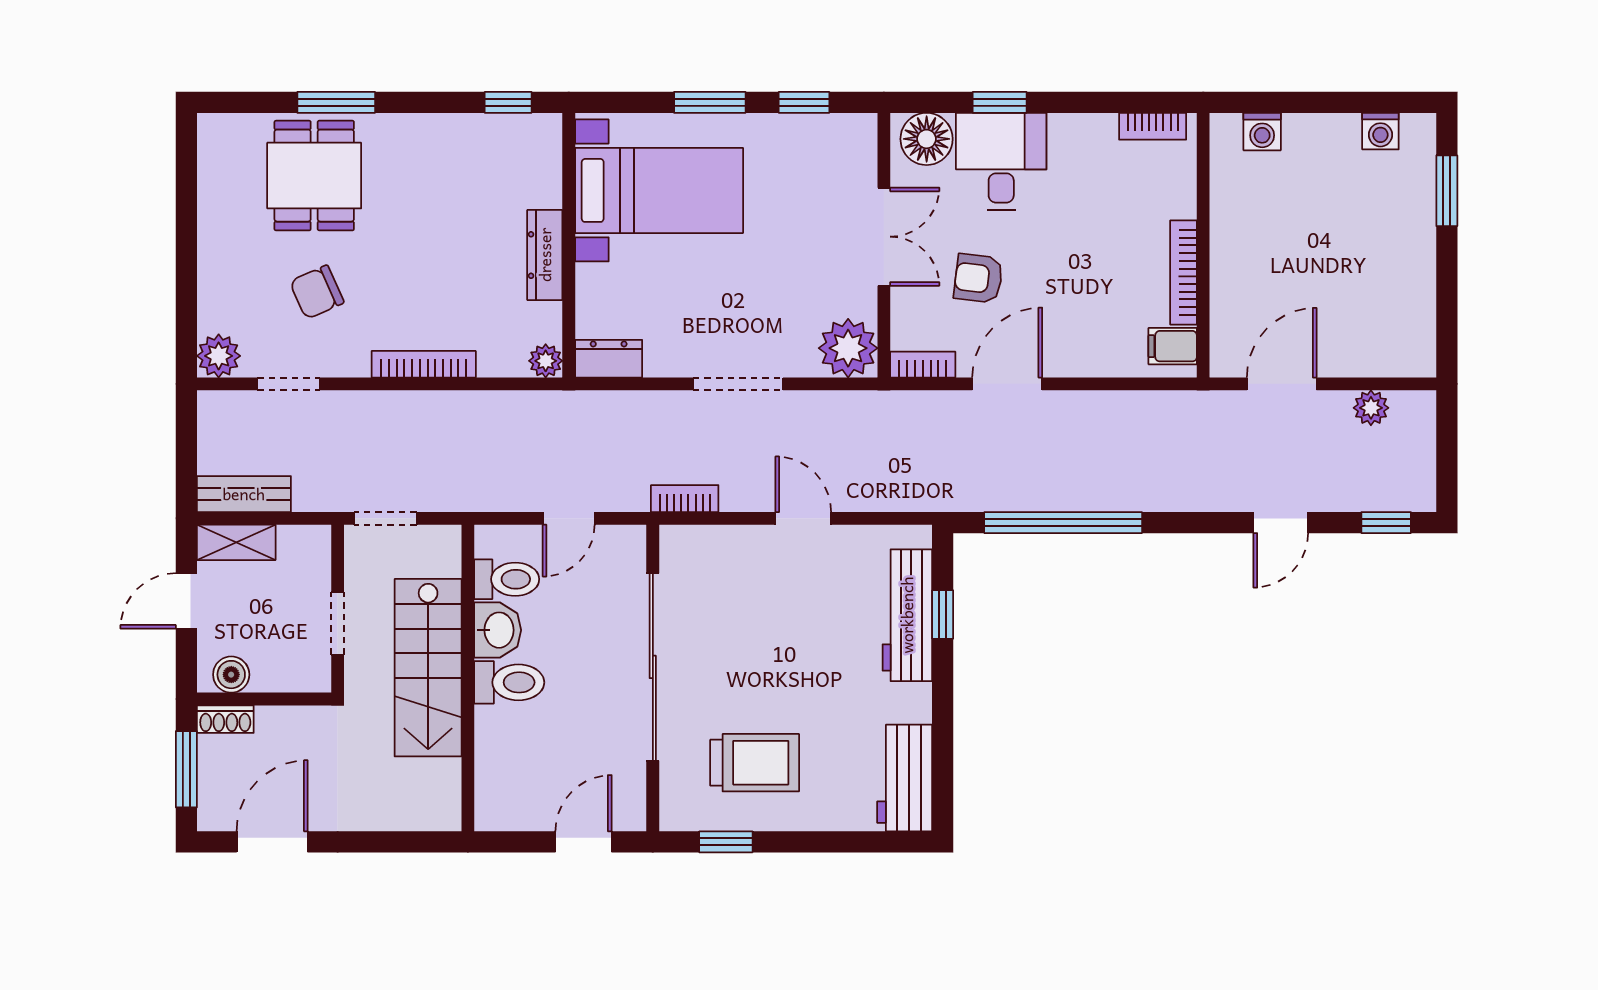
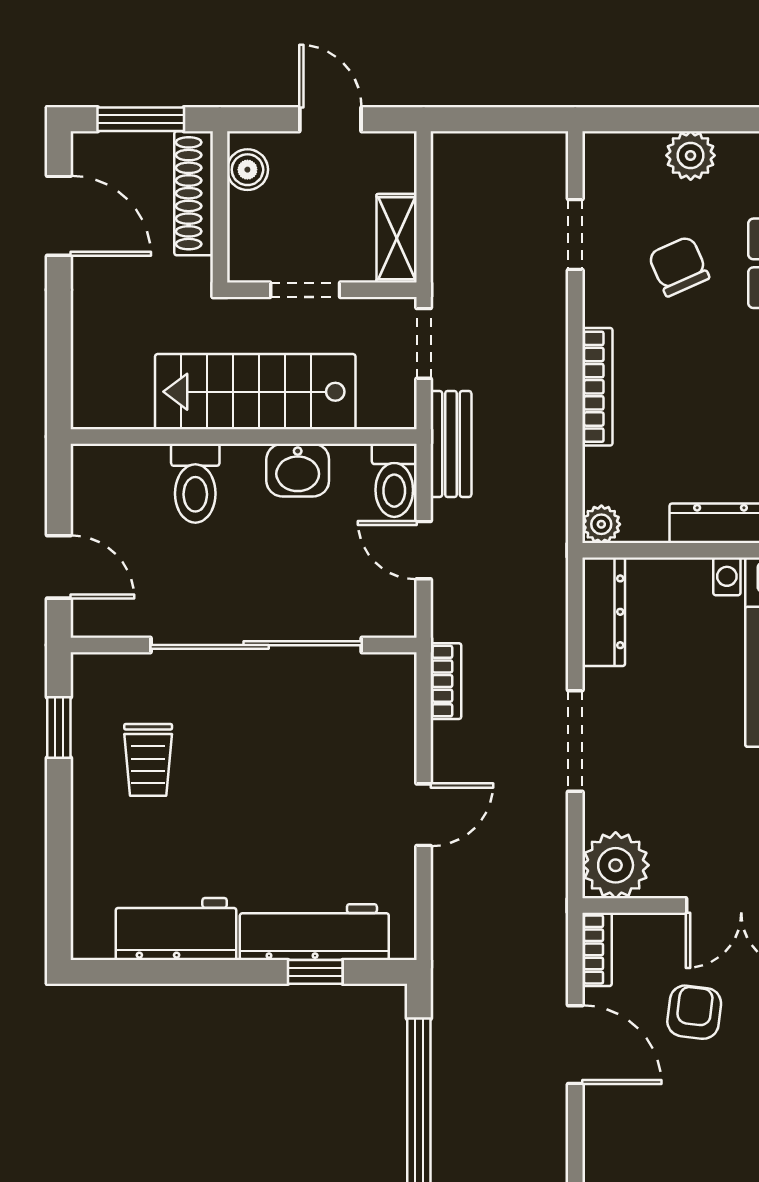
plant: (219, 356) -> (691, 155), moved
dresser: (609, 359) -> (604, 612), width x1.44
bench: (244, 494) -> (451, 444), moved
shelving: (236, 542) -> (397, 238), moved
toilet: (507, 579) -> (394, 480), moved
toilet: (509, 682) -> (195, 483), moved
shoe rack: (225, 719) -> (194, 193), width x1.94, depth x1.24
trolley: (755, 763) -> (148, 760), width x0.73, depth x0.72
workbench: (905, 778) -> (176, 929), moved

